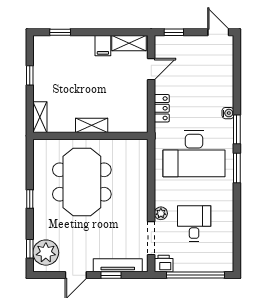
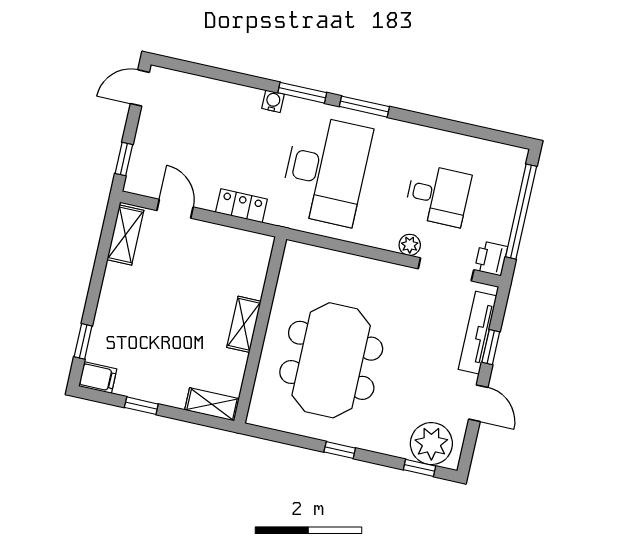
filing cabinet: (103, 46) -> (98, 378), moved
meeting table: (82, 182) -> (331, 360), turned 90
desk: (194, 223) -> (438, 195), turned 180

